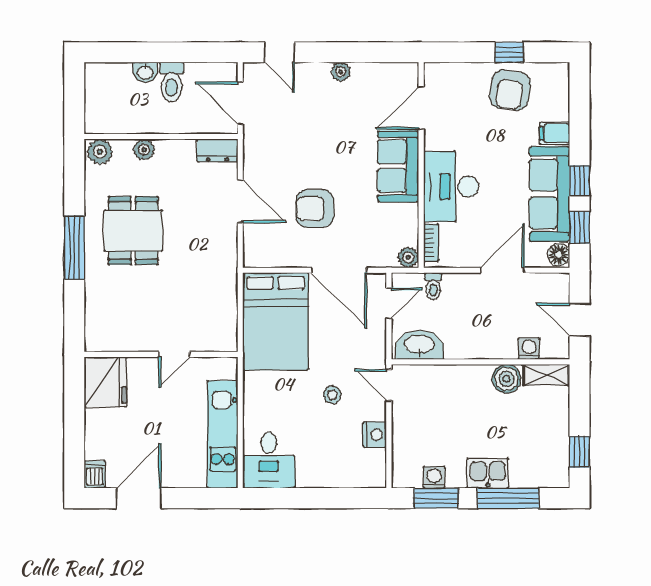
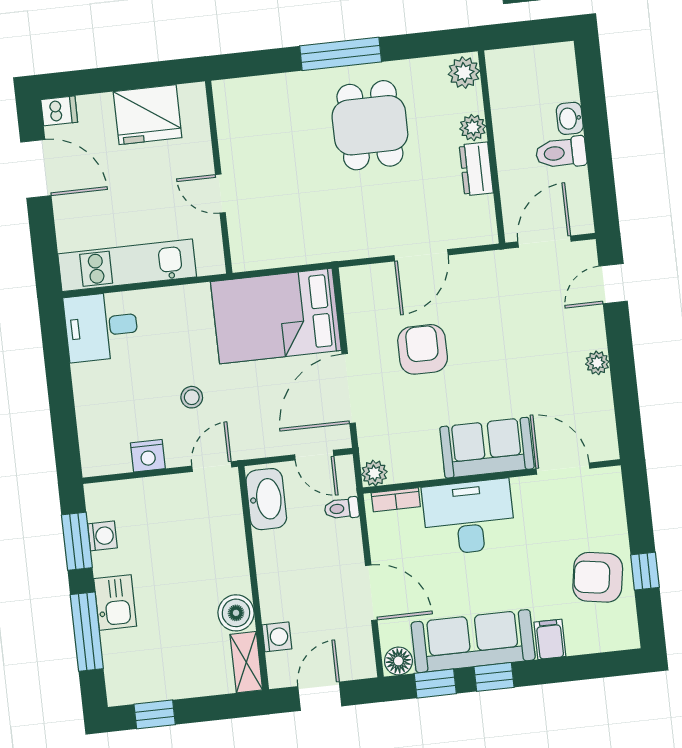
dresser: (217, 150) -> (476, 169), moved
dining table: (133, 231) -> (370, 125), turned 90
fridge: (105, 382) -> (148, 115), moved

